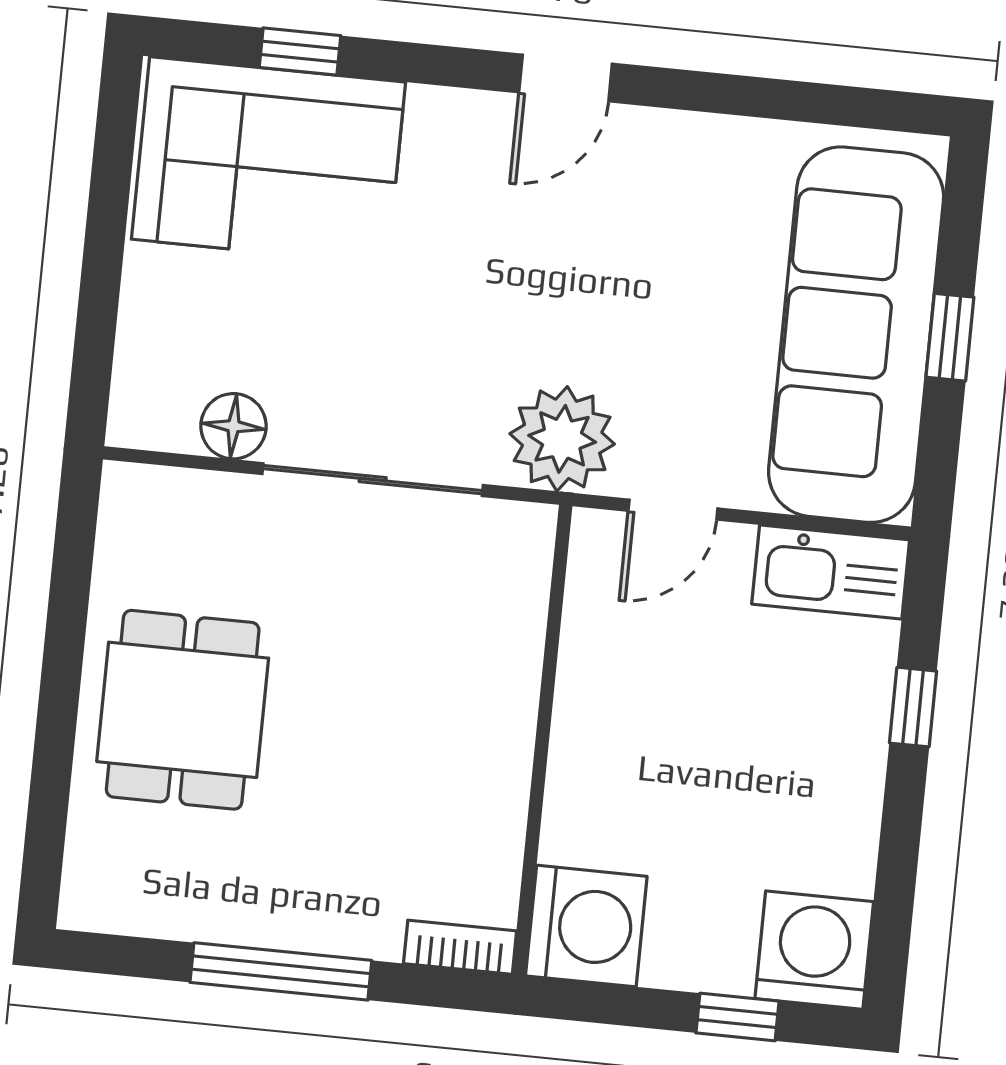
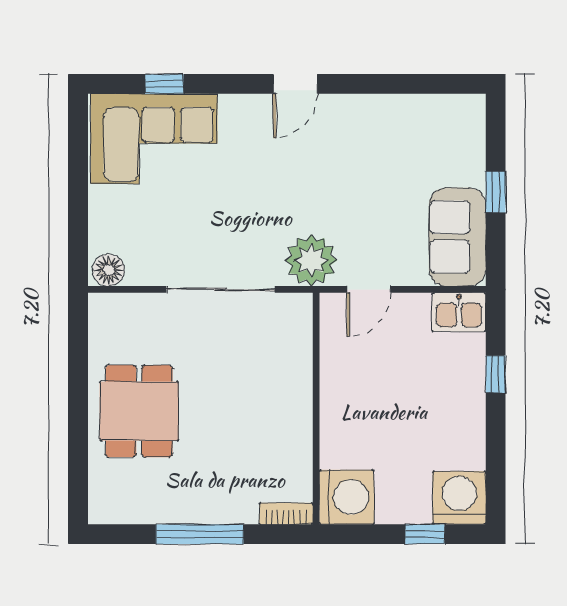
sofa: (856, 335) -> (457, 237), width x0.54, depth x0.79
floor lamp: (233, 426) -> (109, 270), moved
kitchen sink: (831, 572) -> (459, 312), width x0.73

